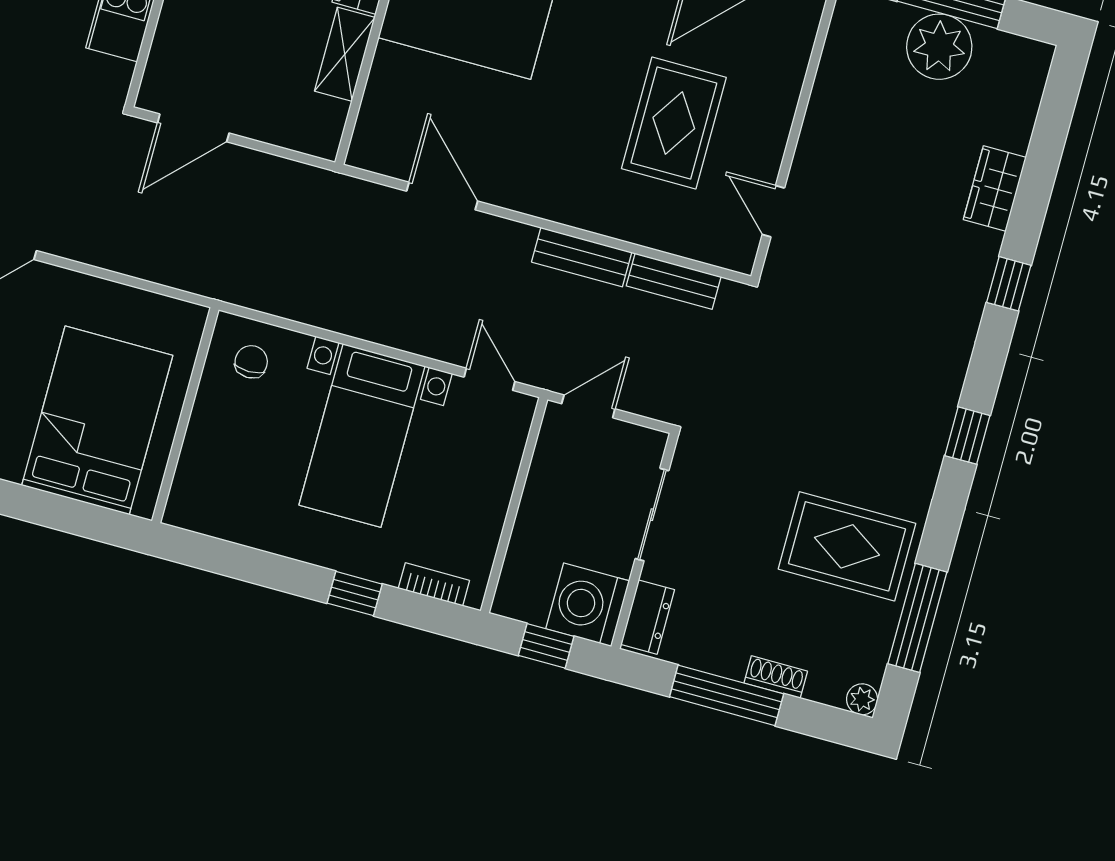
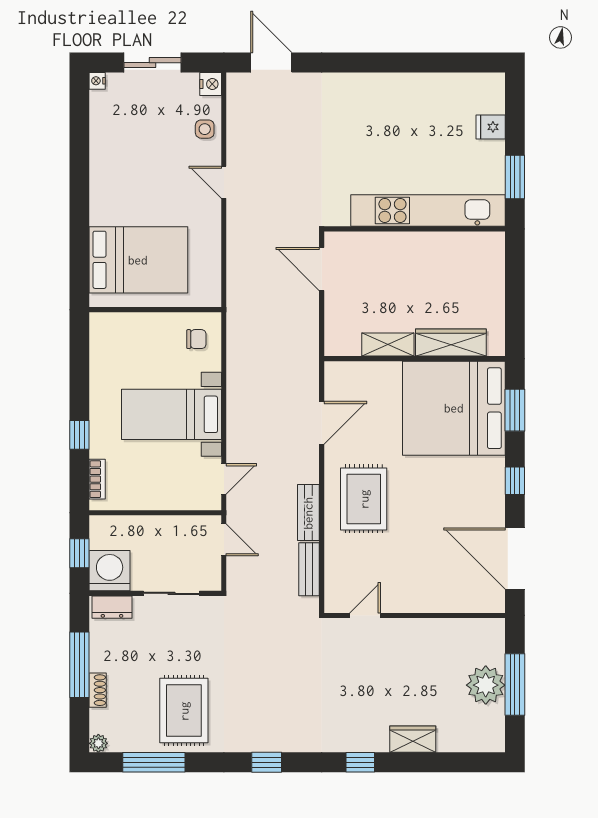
rug: (674, 123) -> (364, 499), moved, turned 90

